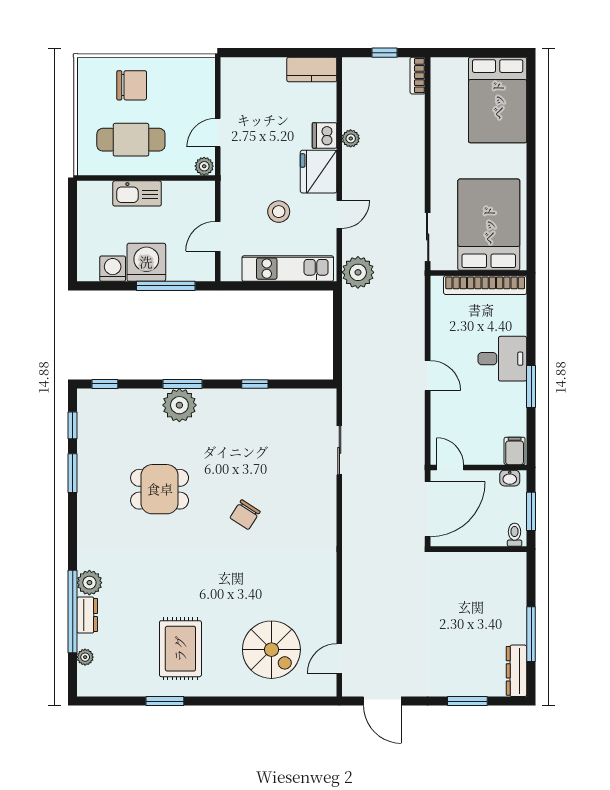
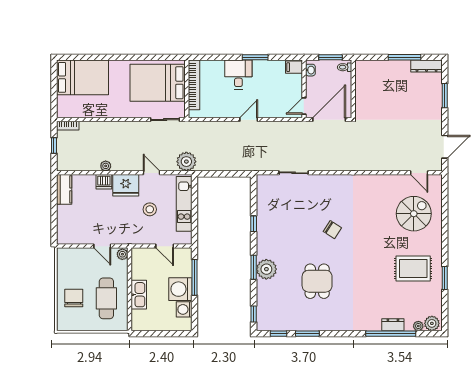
door: (428, 509) -> (329, 120), hinge flipped
plant: (89, 583) -> (432, 323), moved

